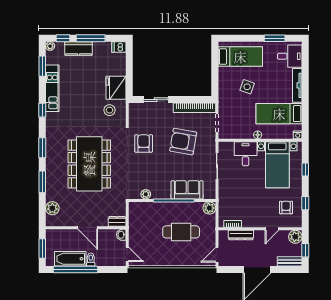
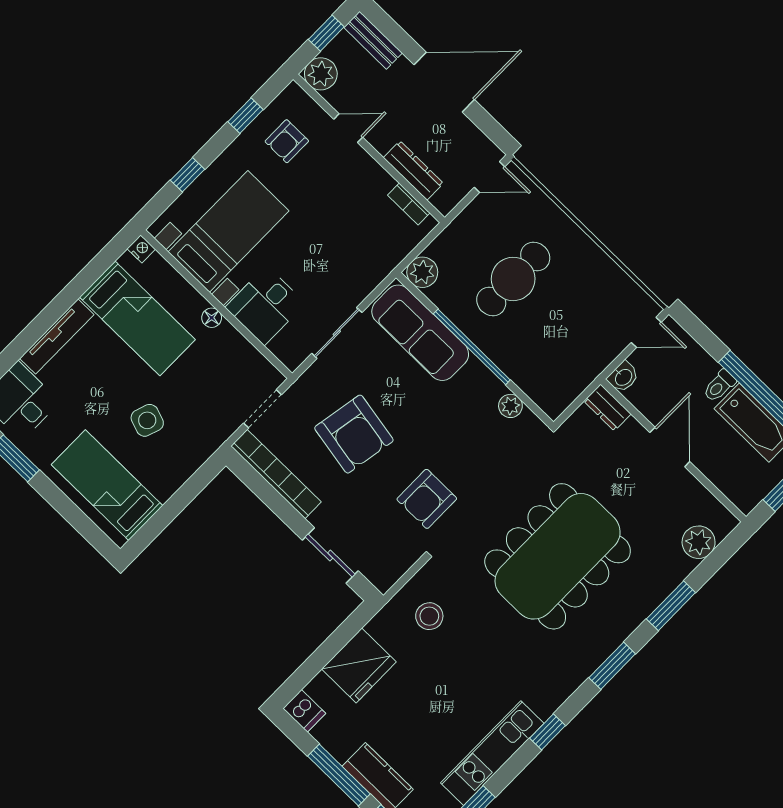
fridge: (116, 88) -> (359, 665), moved
sofa: (187, 190) -> (420, 333), width x1.36
cafe table: (181, 232) -> (513, 279), turned 90
door: (127, 254) -> (646, 332), swing flipped

